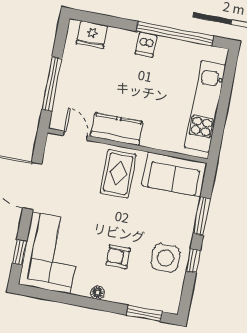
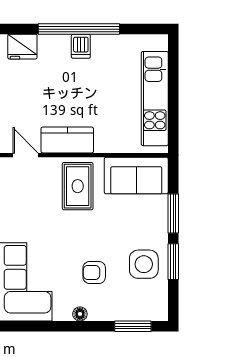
window: (175, 34) -> (79, 29), moved
window: (193, 261) -> (173, 262), width x1.50

